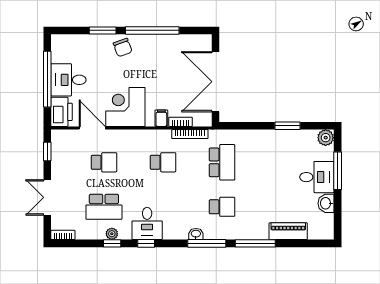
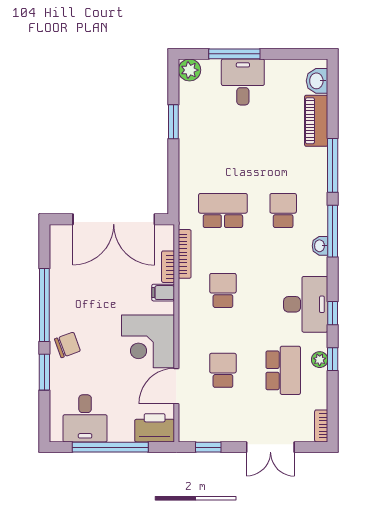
desk: (68, 80) -> (85, 418), moved
washbasin: (326, 203) -> (317, 81), moved, turned 90
desk: (147, 223) -> (306, 304), width x1.37

